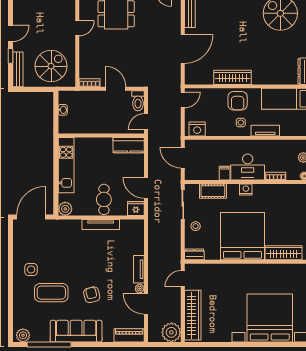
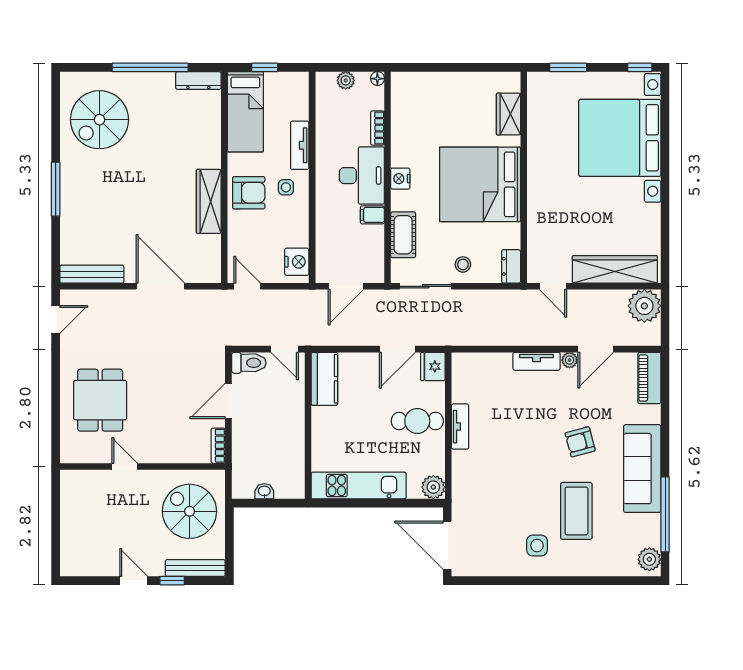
tv unit: (101, 224) -> (460, 427), width x0.71
wardrobe: (284, 253) -> (508, 114), width x0.67

